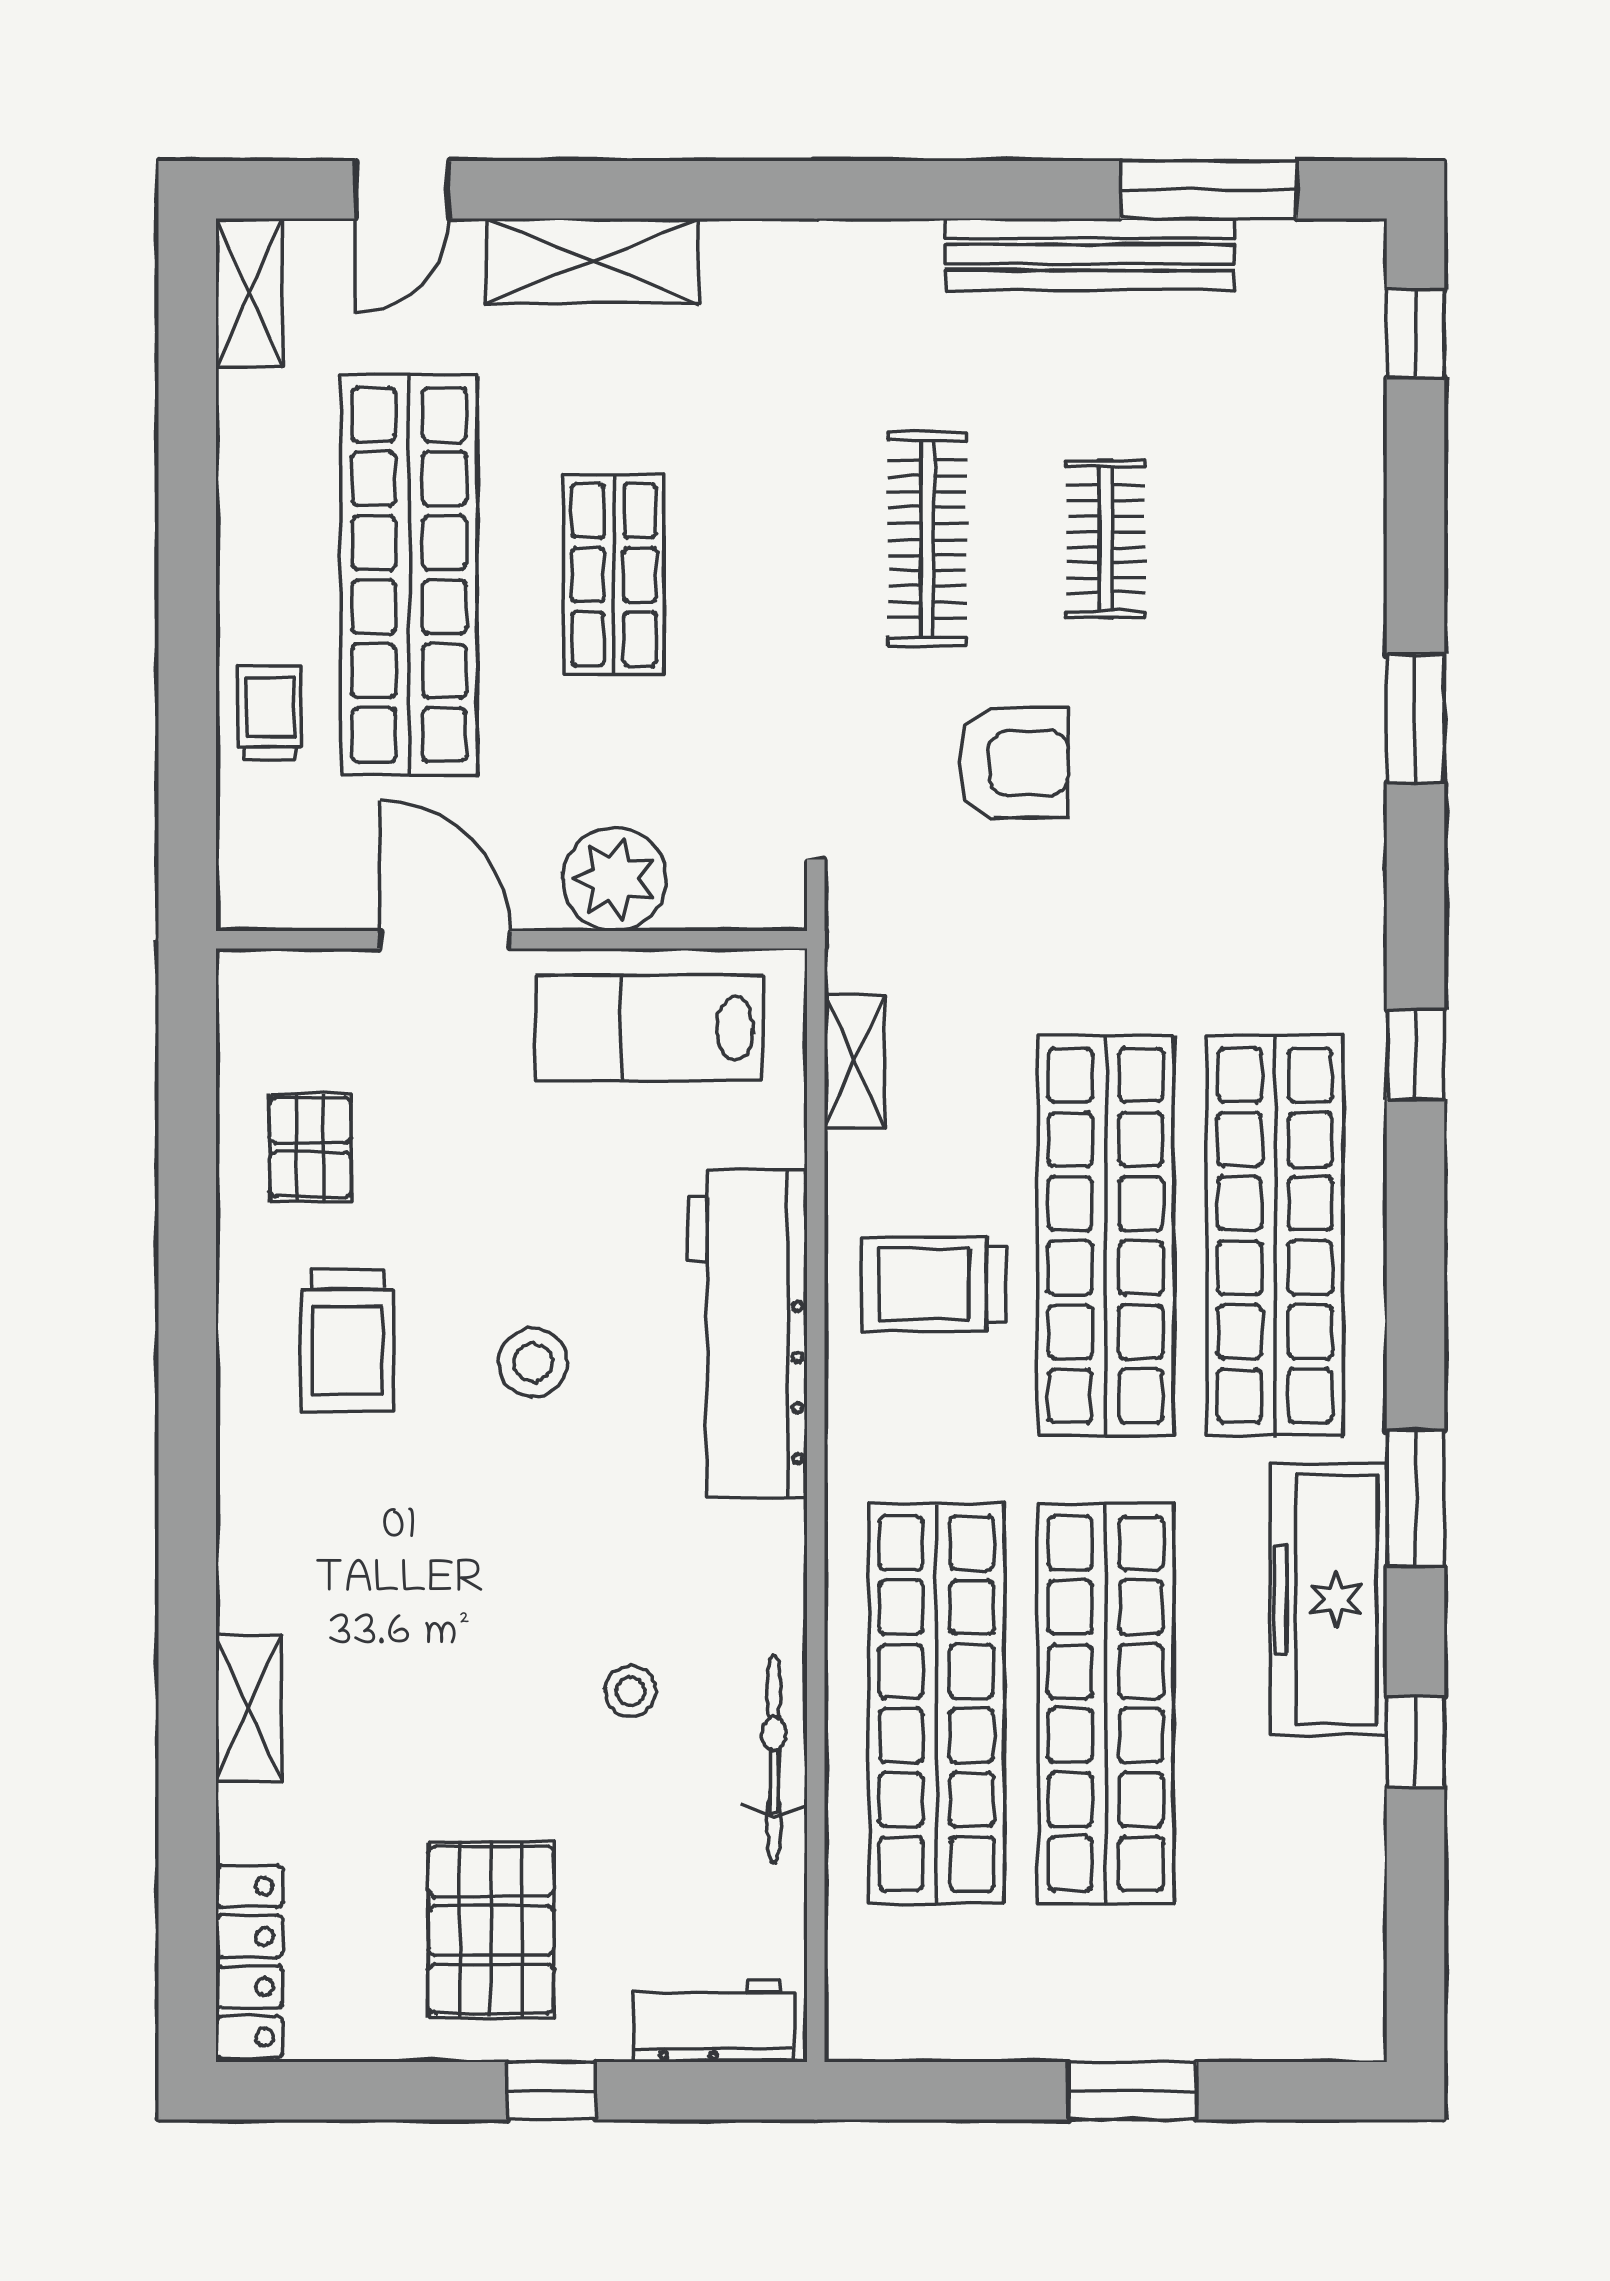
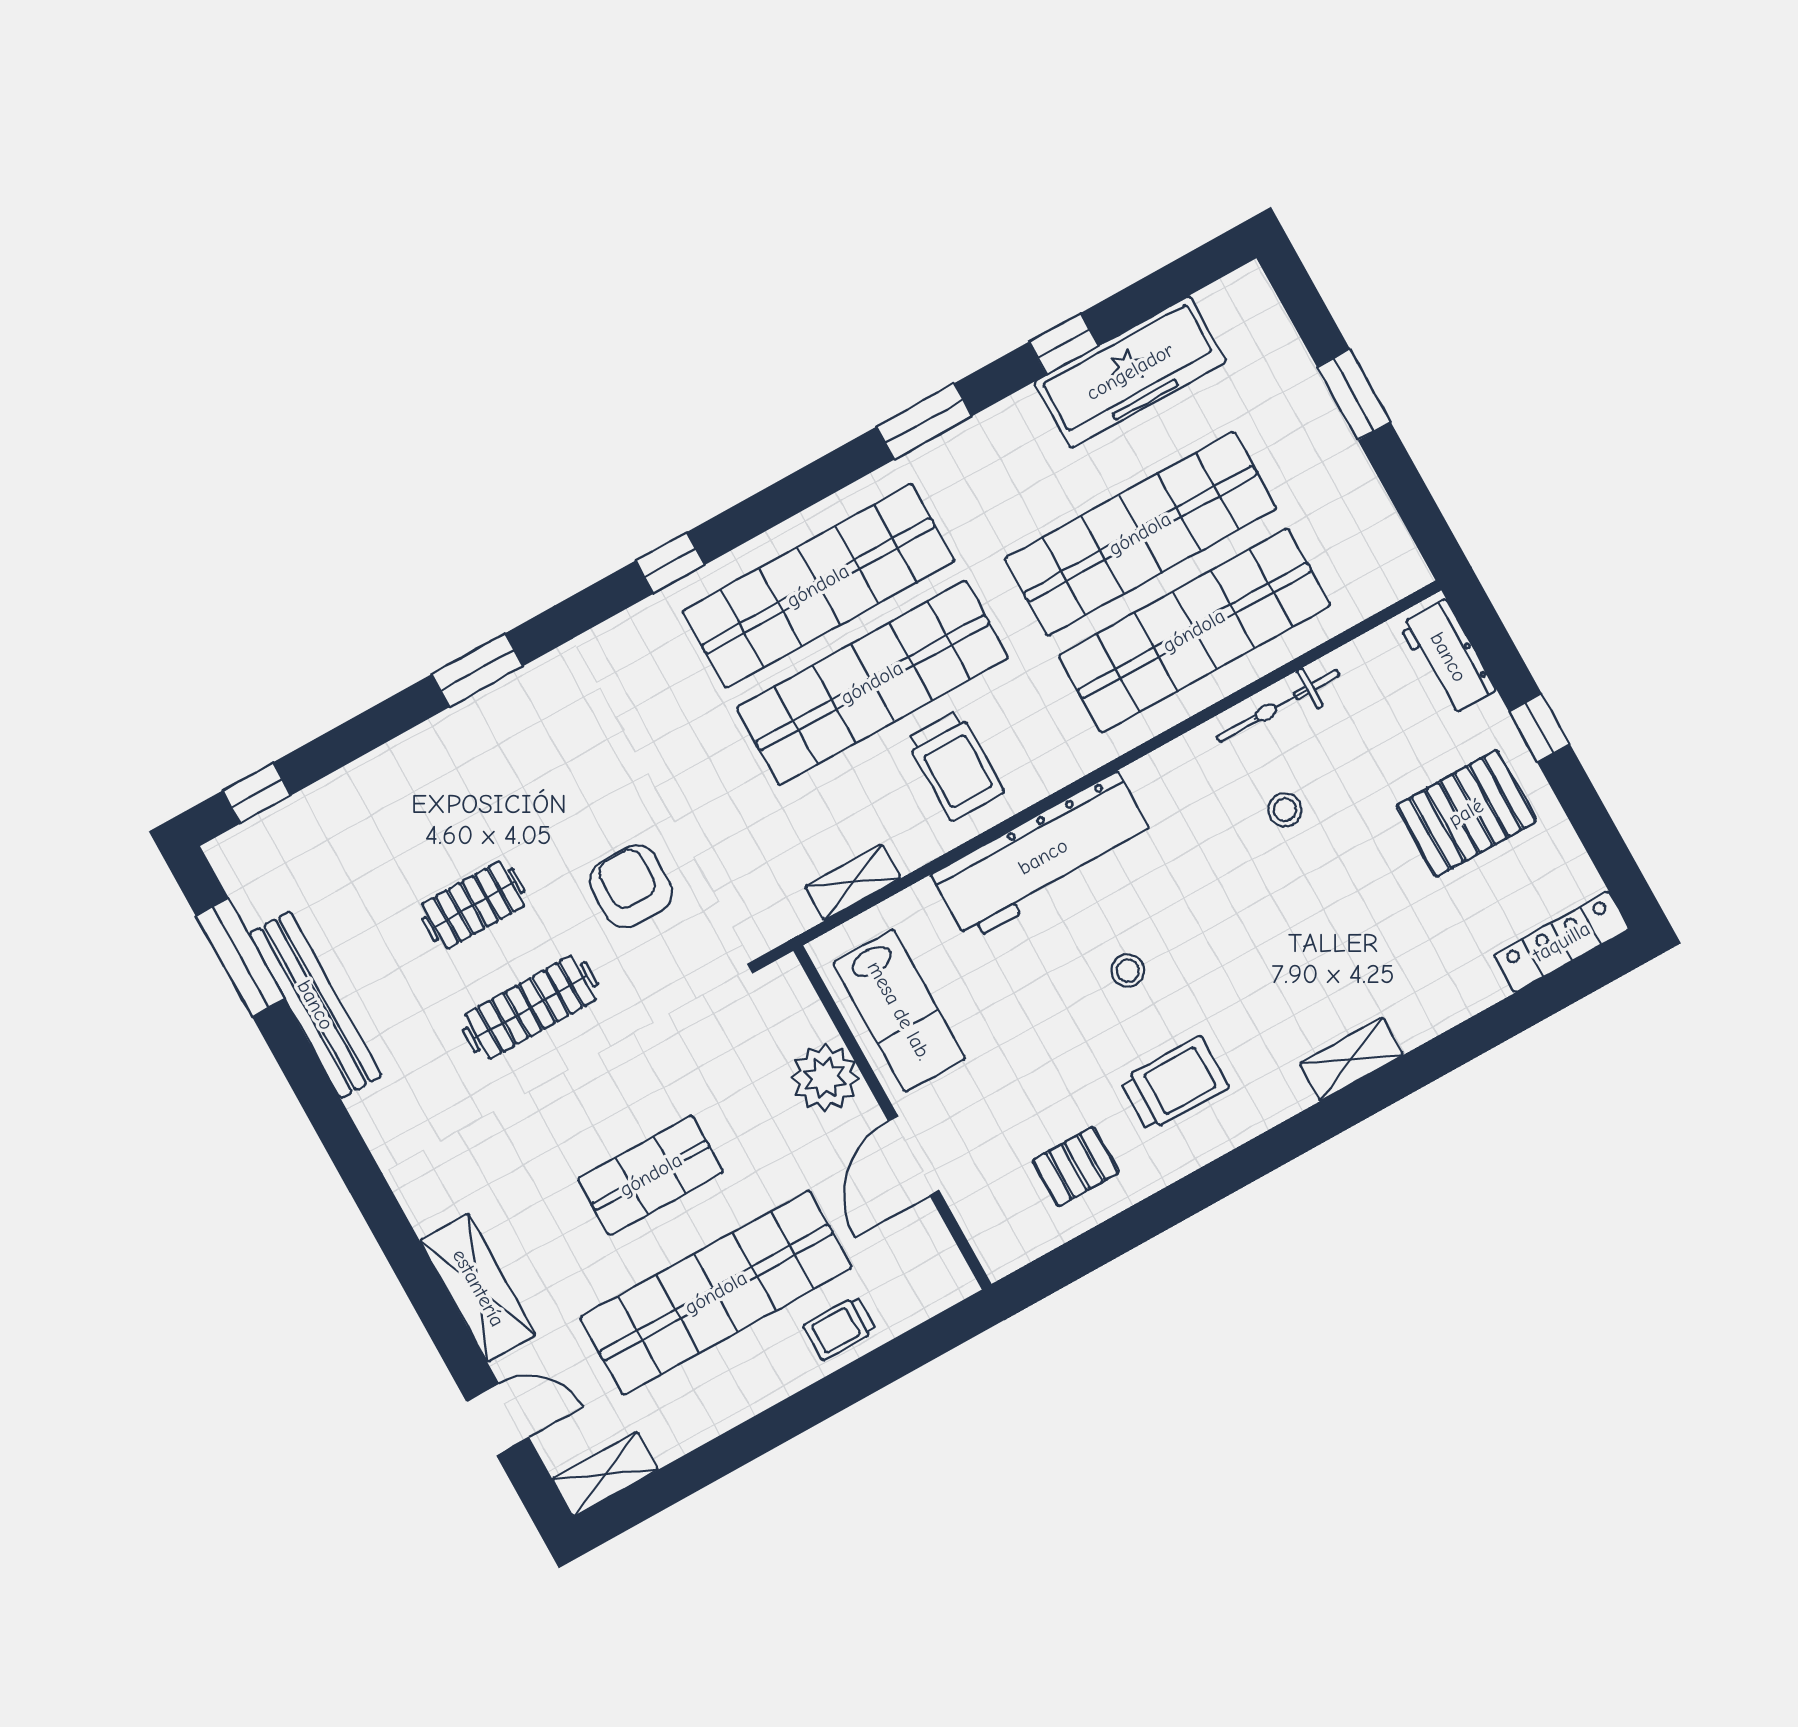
stool: (533, 1362) -> (1128, 970), width x0.73, depth x0.73
freezer: (1329, 1599) -> (1130, 372), moved
shelving: (249, 1708) -> (1351, 1059), moved

